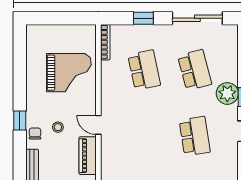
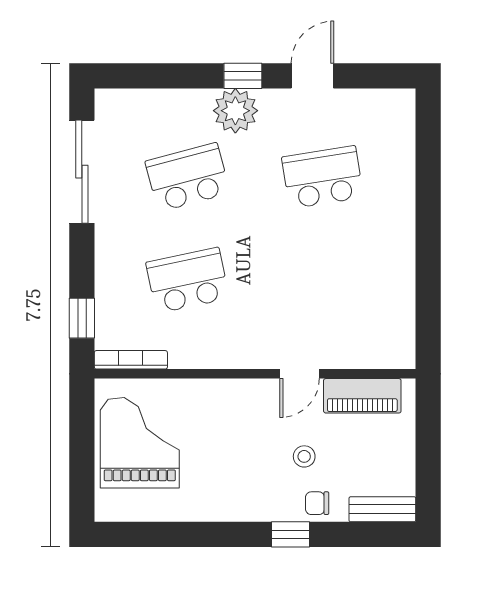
window: (143, 18) -> (82, 318), moved
grand piano: (69, 73) -> (140, 443), moved

